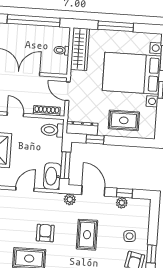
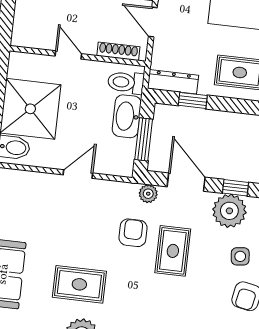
washbasin: (52, 176) -> (127, 116), moved
plant: (122, 203) -> (229, 211), width x1.88, depth x1.88
armchair: (45, 233) -> (133, 233), moved

